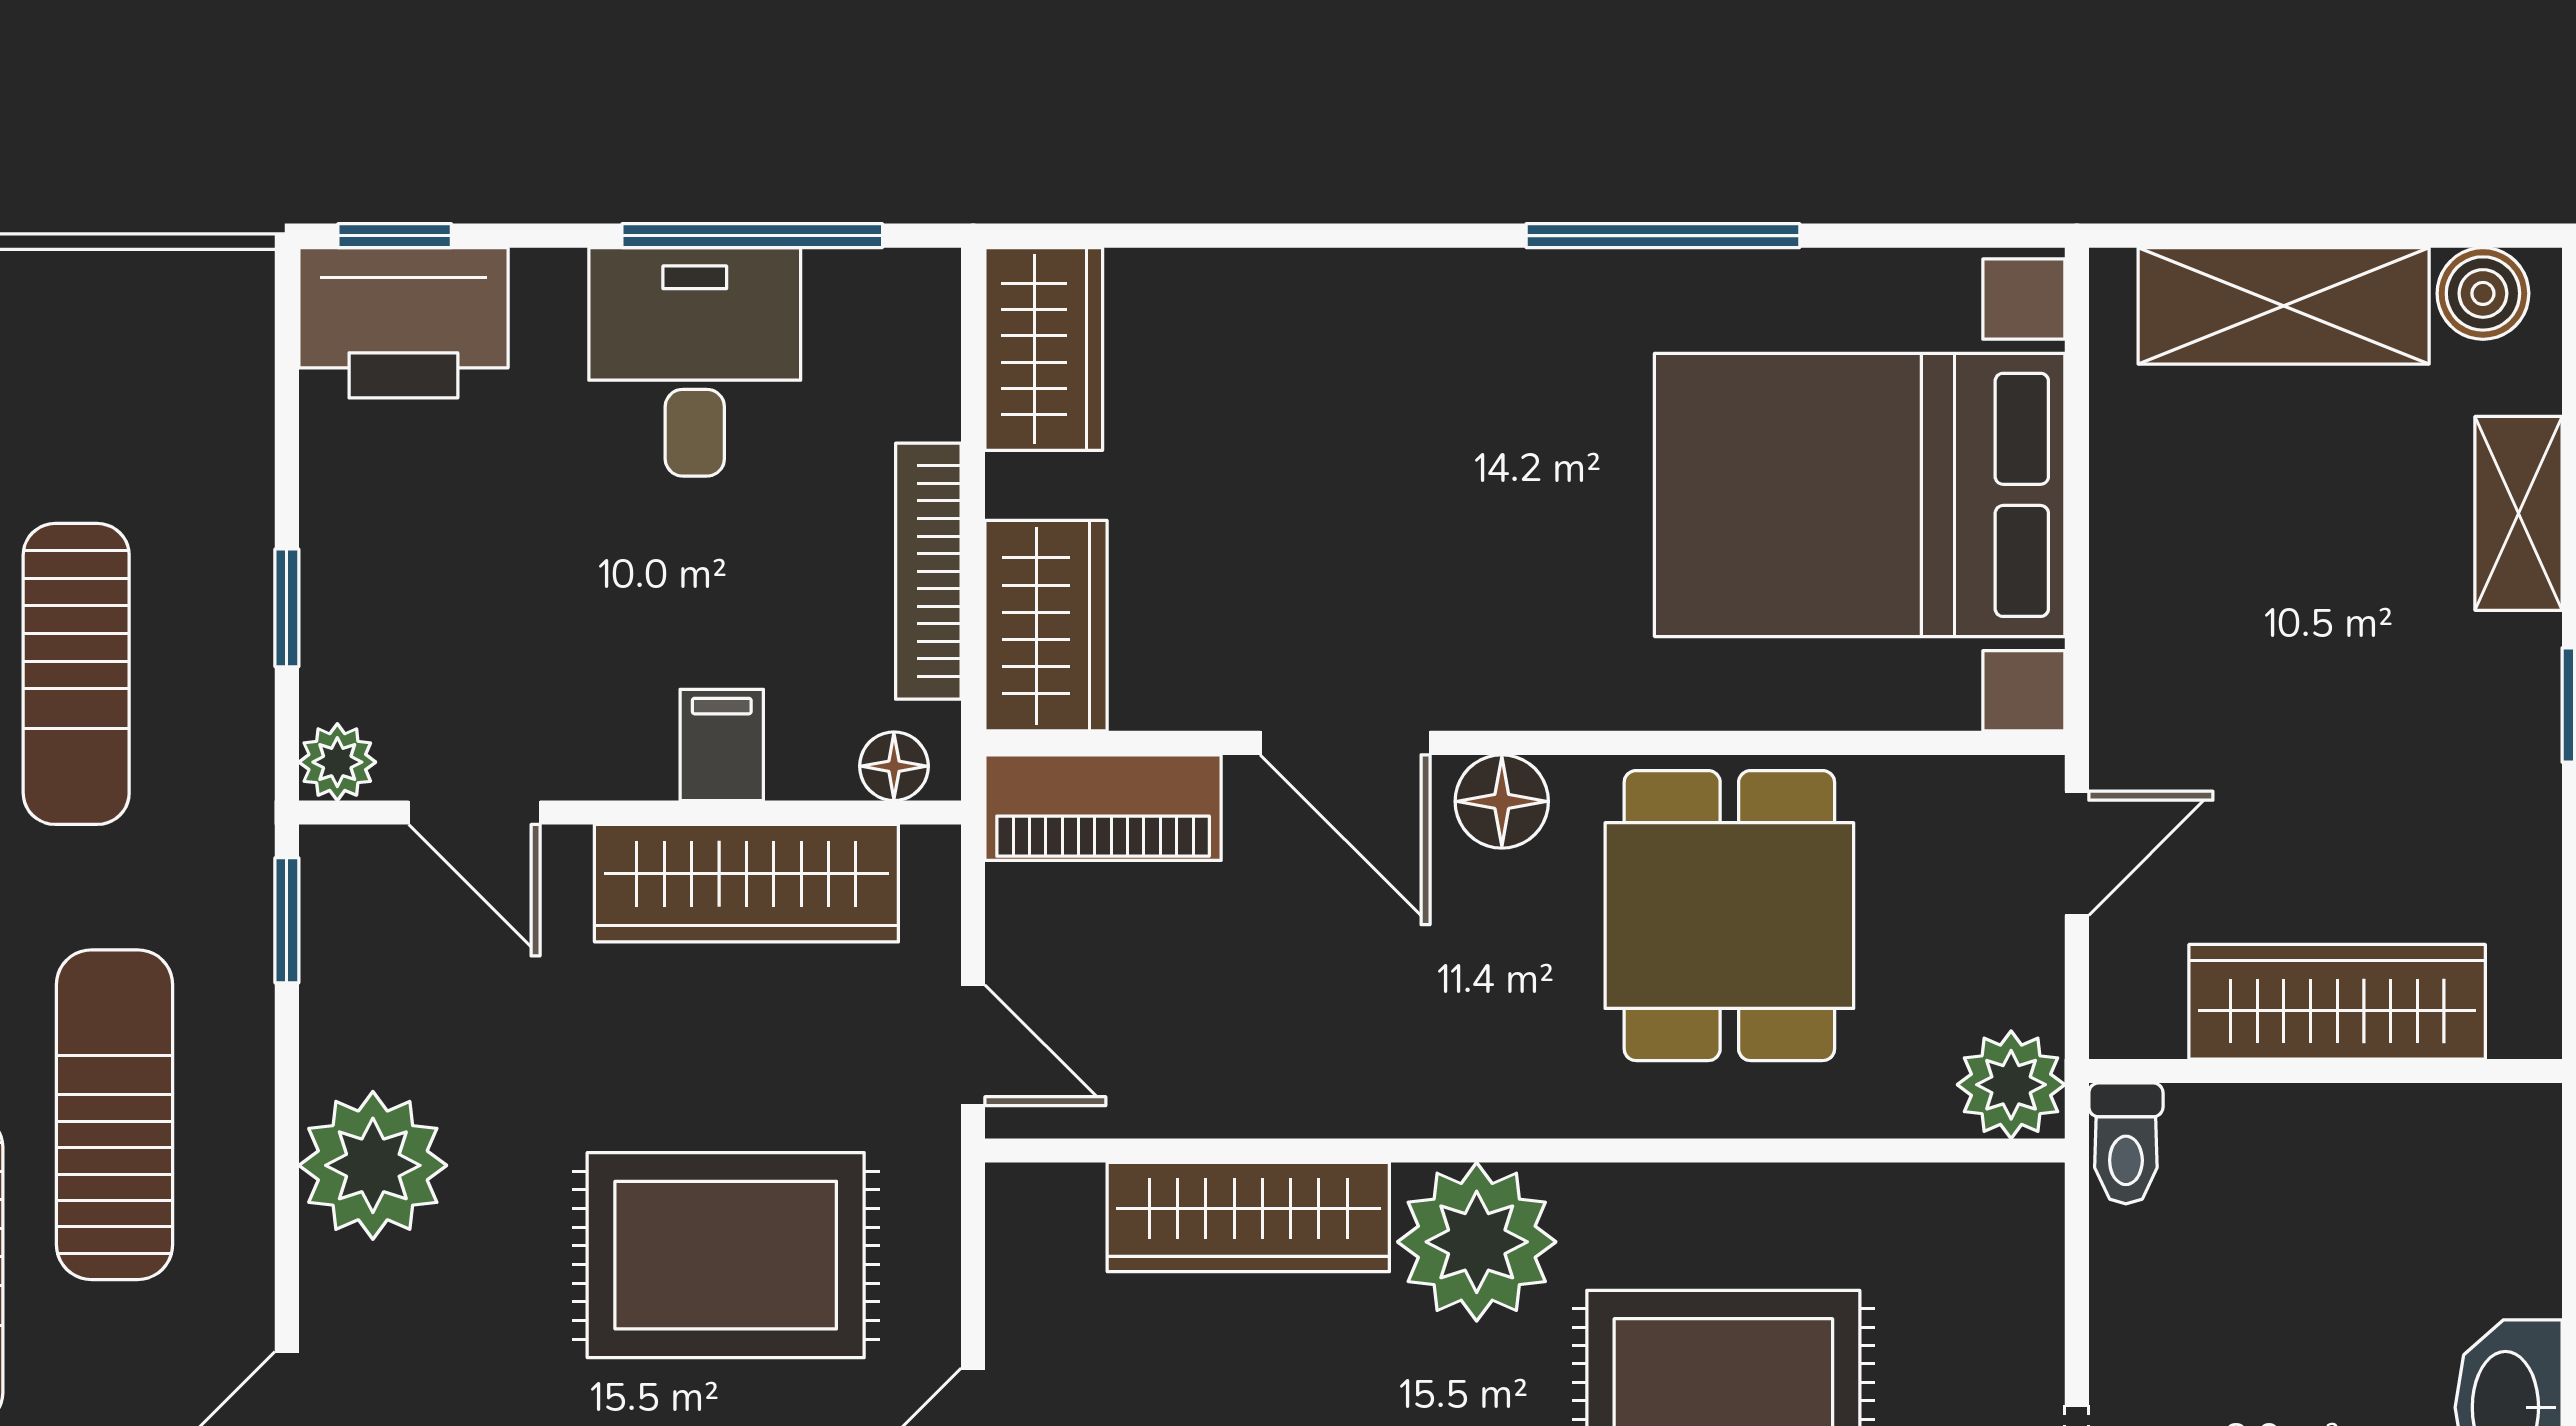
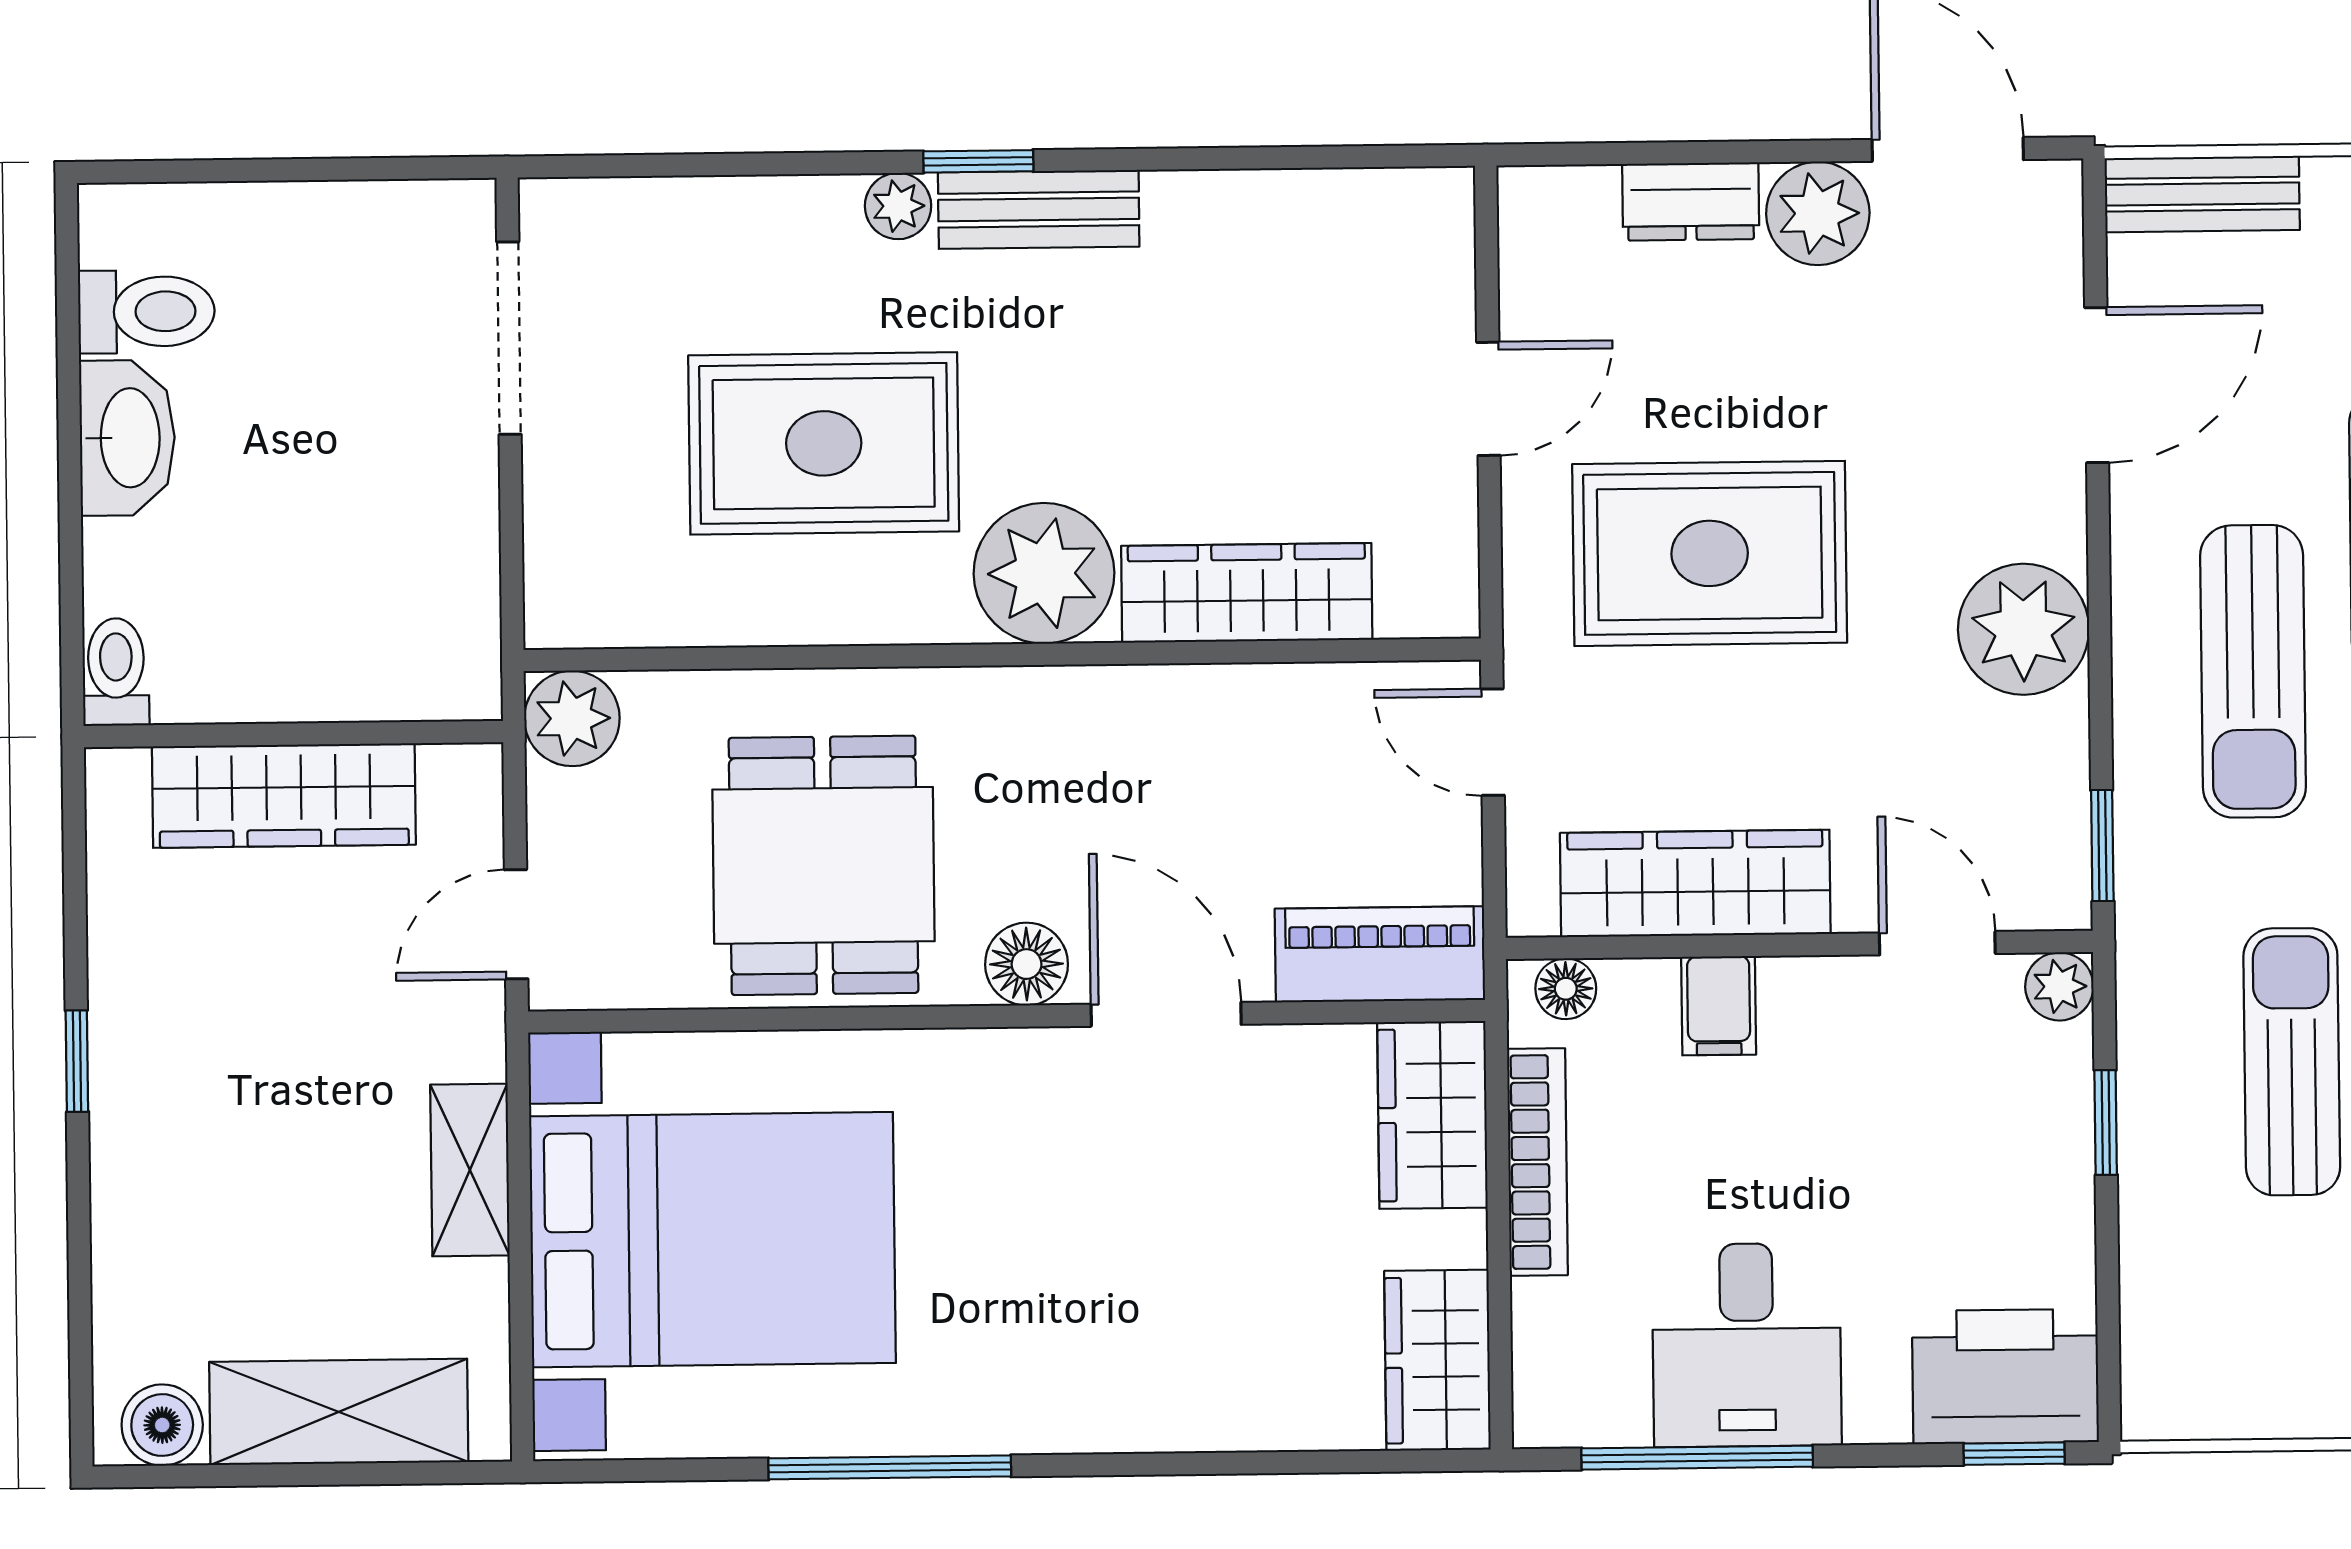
shelving: (2519, 513) -> (470, 1170), moved
toilet: (2126, 1143) -> (116, 672), moved

